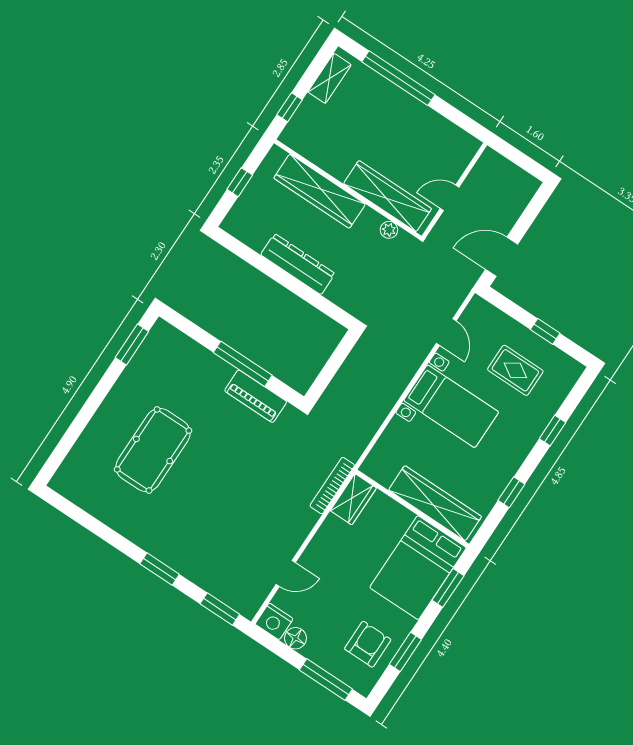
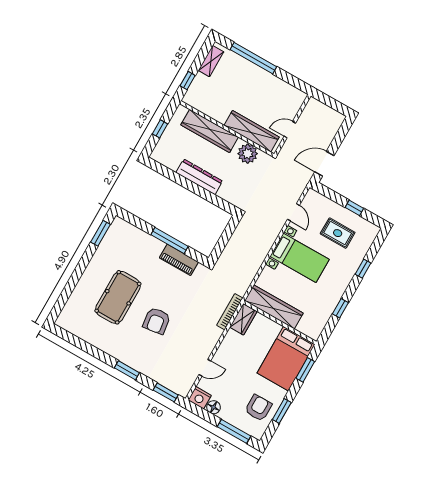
plant: (389, 230) -> (248, 154), width x1.87, depth x1.87
armchair: (213, 492) -> (157, 321), added
wardrobe: (435, 503) -> (274, 307), moved

